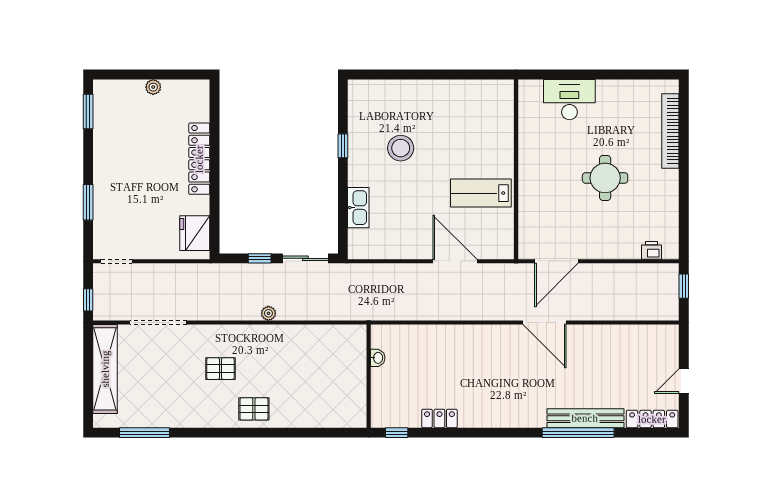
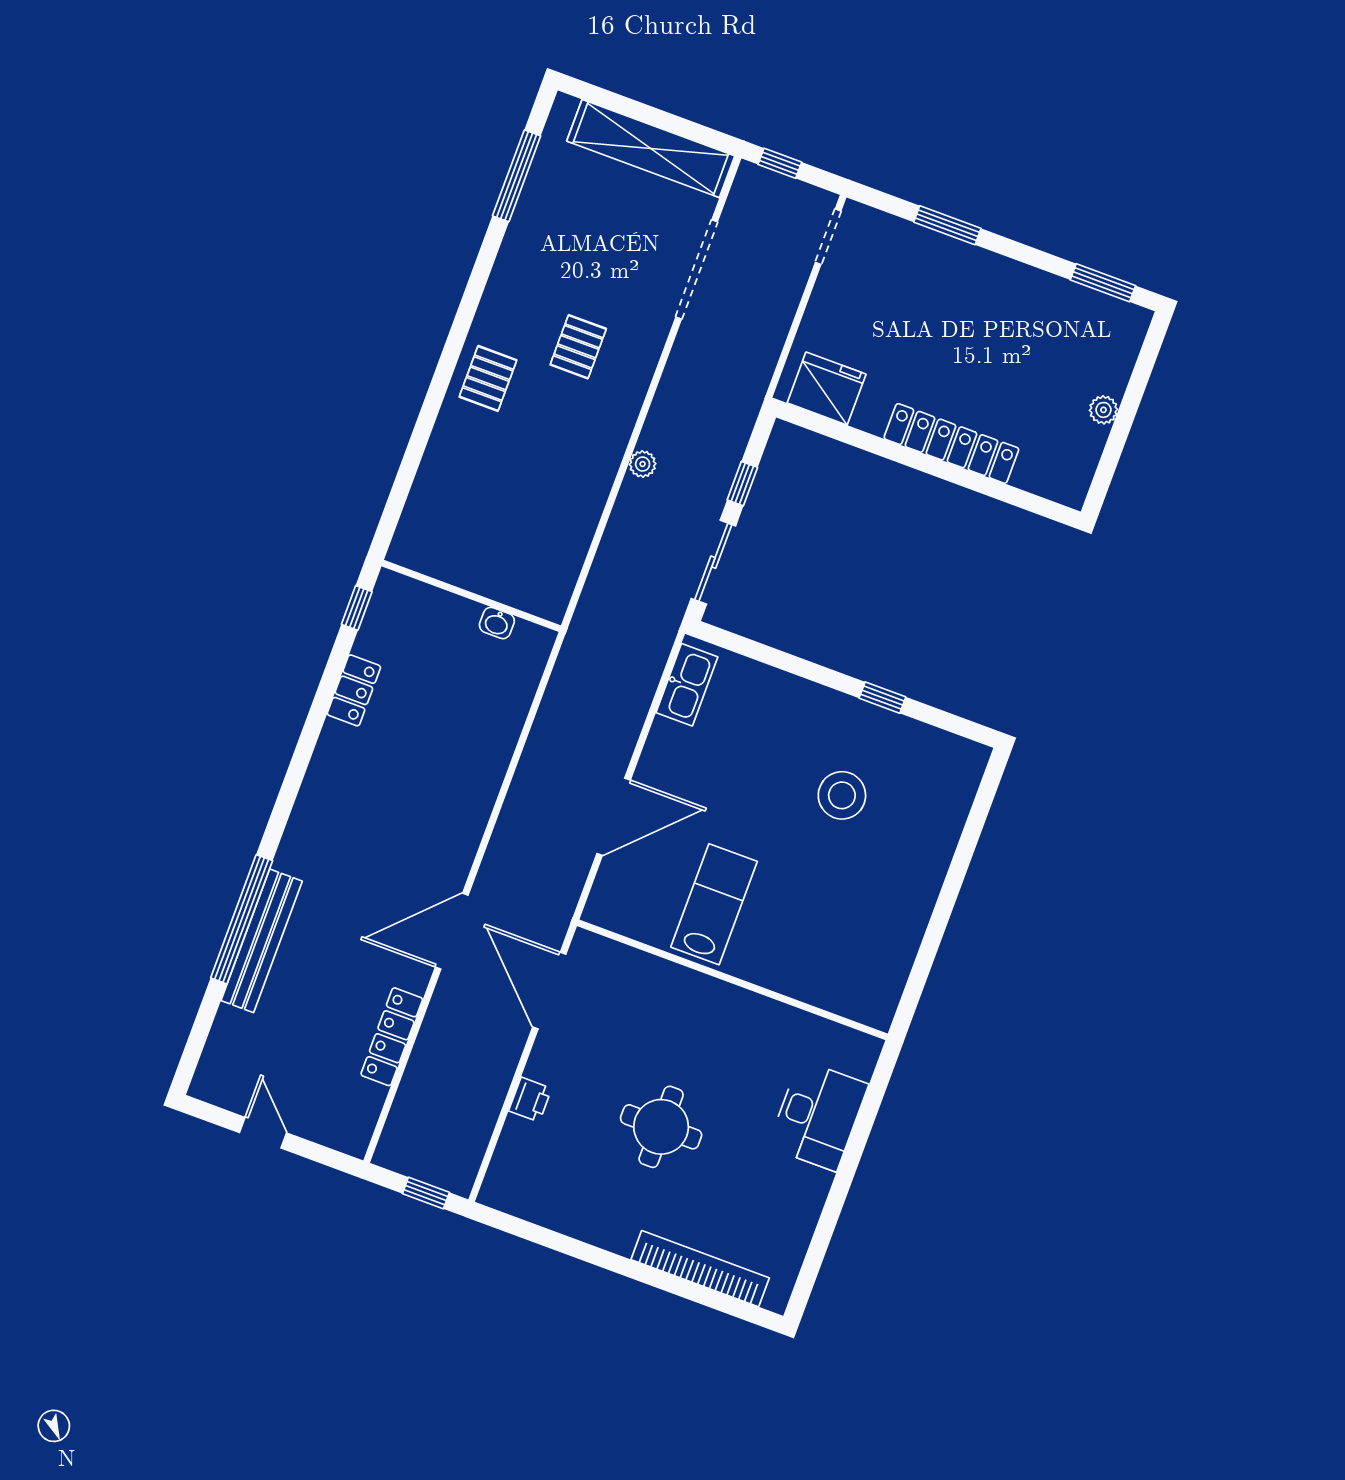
kitchen sink: (358, 208) -> (687, 685), moved, turned -90
printer: (651, 250) -> (530, 1100), moved
locker: (652, 419) -> (392, 1037), moved, turned 180

